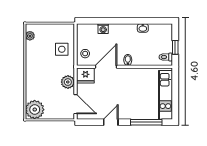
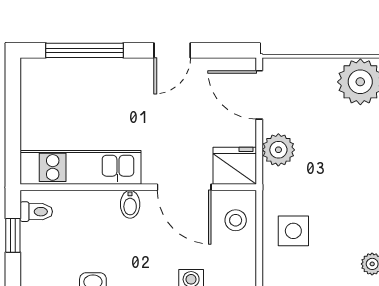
door: (106, 67) -> (184, 187), hinge flipped
kitchen unit: (165, 95) -> (80, 167), moved, turned -90

